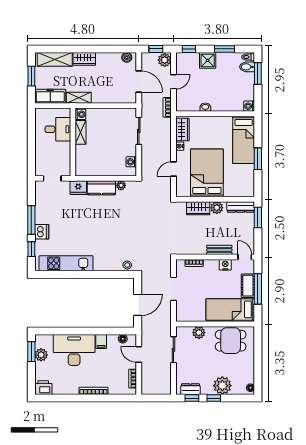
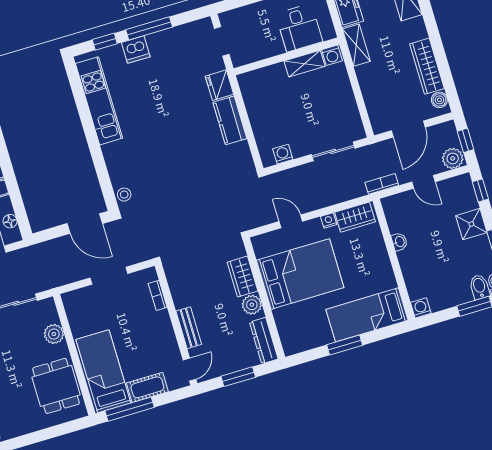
wardrobe: (84, 59) -> (427, 66), moved, width x1.50
plant: (121, 185) -> (242, 149), removed
window: (258, 218) -> (238, 377), moved
nightstand: (225, 265) -> (169, 343), removed
window: (258, 289) -> (130, 409), moved
door: (138, 305) -> (85, 224), moved

